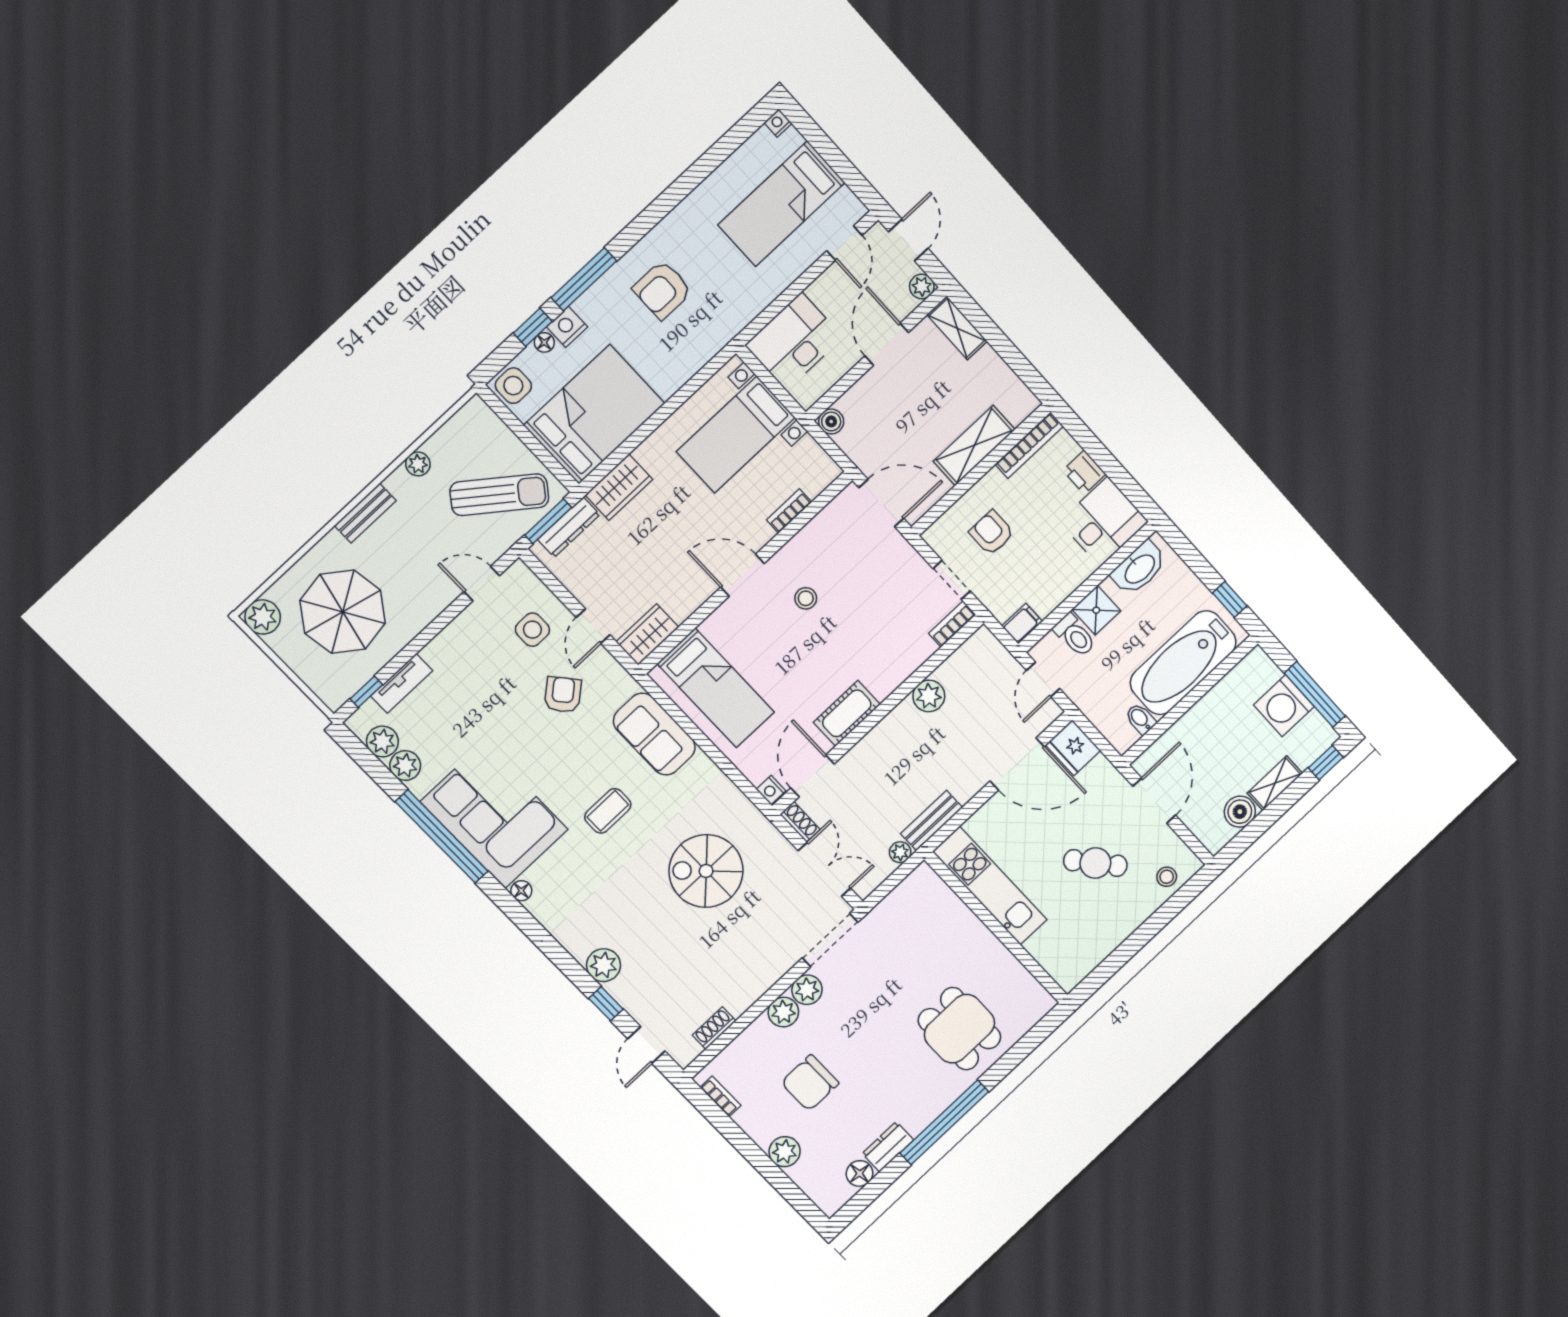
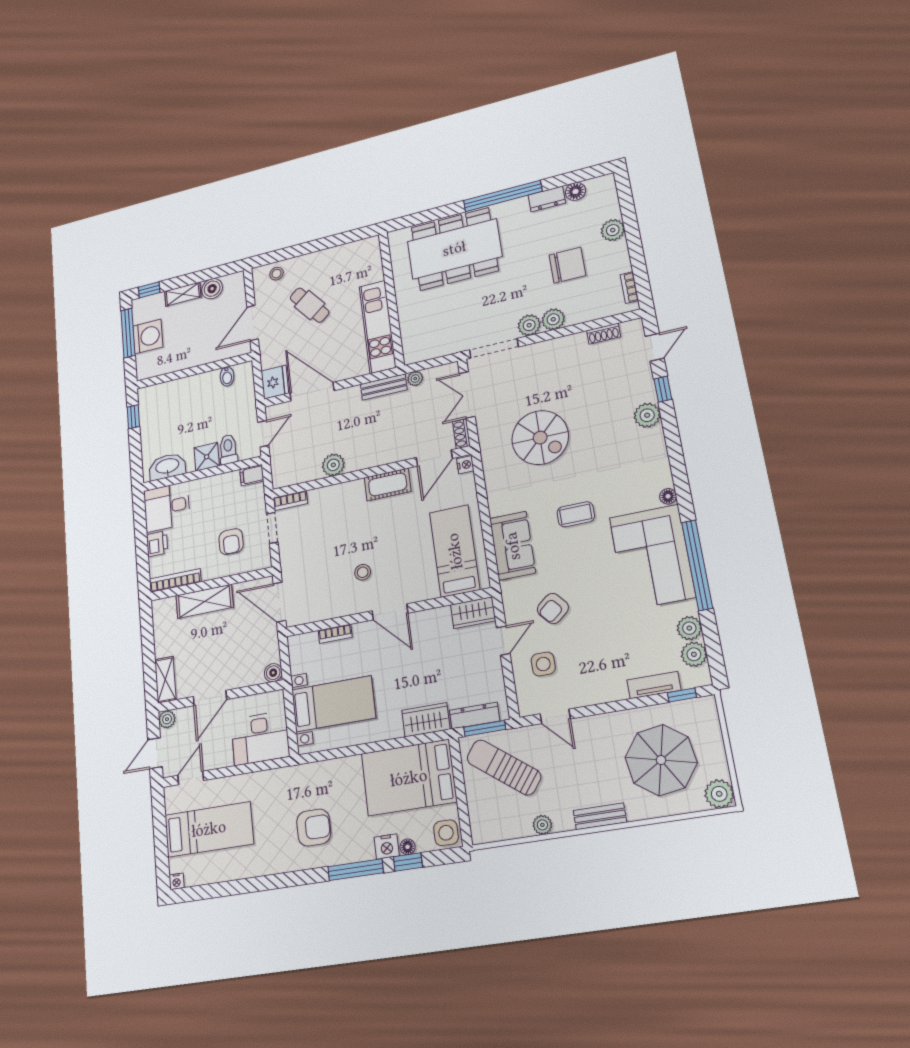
bathtub: (1183, 663) -> (182, 395), removed
dining table: (959, 1029) -> (454, 249), width x1.87, depth x1.24

